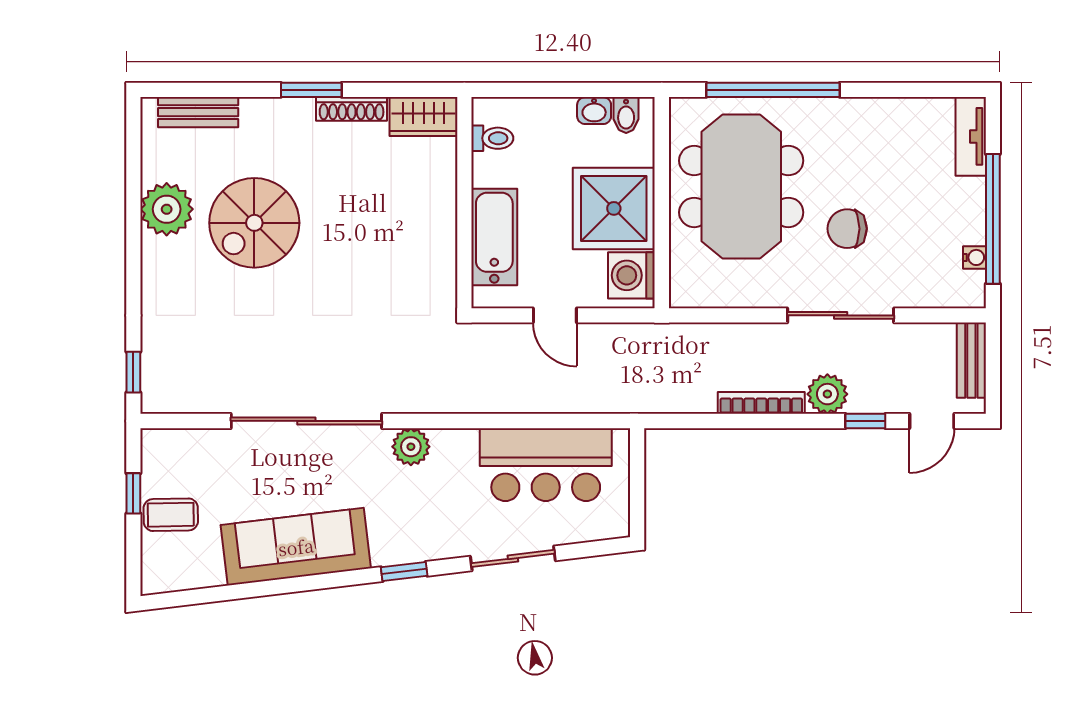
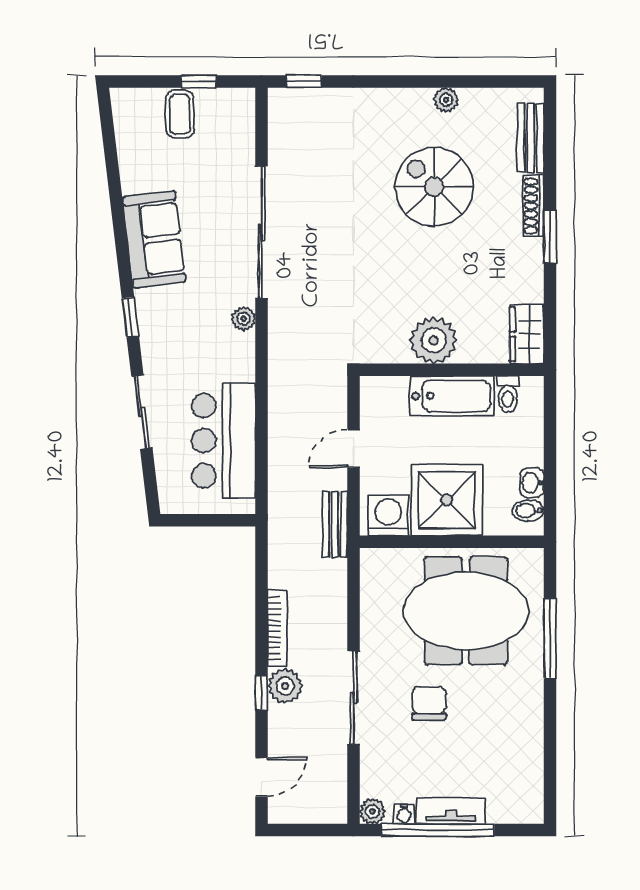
window: (773, 90) -> (550, 639), width x0.68
shoe rack: (352, 109) -> (533, 206), moved
tv unit: (971, 136) -> (451, 811), moved
plant: (167, 209) -> (446, 100), width x0.53, depth x0.53
plant: (431, 223) -> (434, 340), added
bathtub: (494, 237) -> (452, 396), moved
plant: (971, 294) -> (372, 811), added
bench: (971, 360) -> (335, 525), moved, turned 90
window: (865, 421) -> (262, 693), moved
door: (932, 421) -> (262, 777), swing flipped
plant: (411, 447) -> (244, 319), width x0.73, depth x0.73
sofa: (296, 547) -> (154, 239), width x0.73

